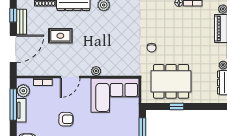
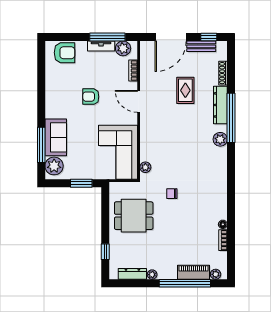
door: (13, 49) -> (171, 37), hinge flipped
plant: (96, 71) -> (145, 167), moved
dining table: (171, 81) -> (134, 216), width x0.73
window: (177, 106) -> (105, 252), moved
armchair: (66, 119) -> (91, 97), turned 89

